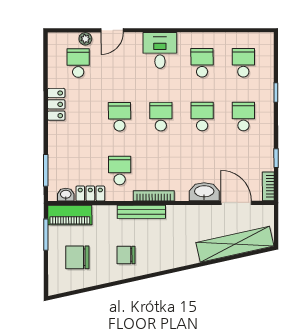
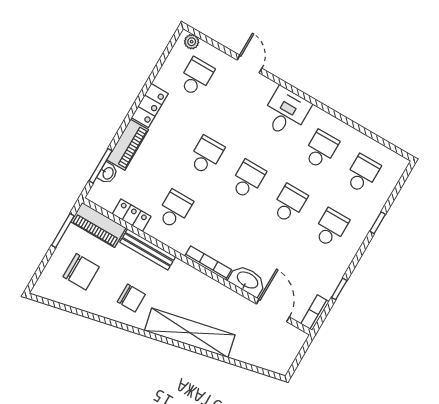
door: (112, 30) -> (249, 64), swing flipped
plant: (85, 39) -> (192, 42), moved
piano: (57, 143) -> (128, 145), added
washbasin: (66, 195) -> (108, 173), moved, turned 90
bookcase: (154, 196) -> (208, 263), moved
bench: (141, 212) -> (148, 249), moved
shelving: (235, 244) -> (190, 333), moved
chair: (126, 255) -> (131, 298), turned 180
chair: (77, 257) -> (81, 272), turned 180

